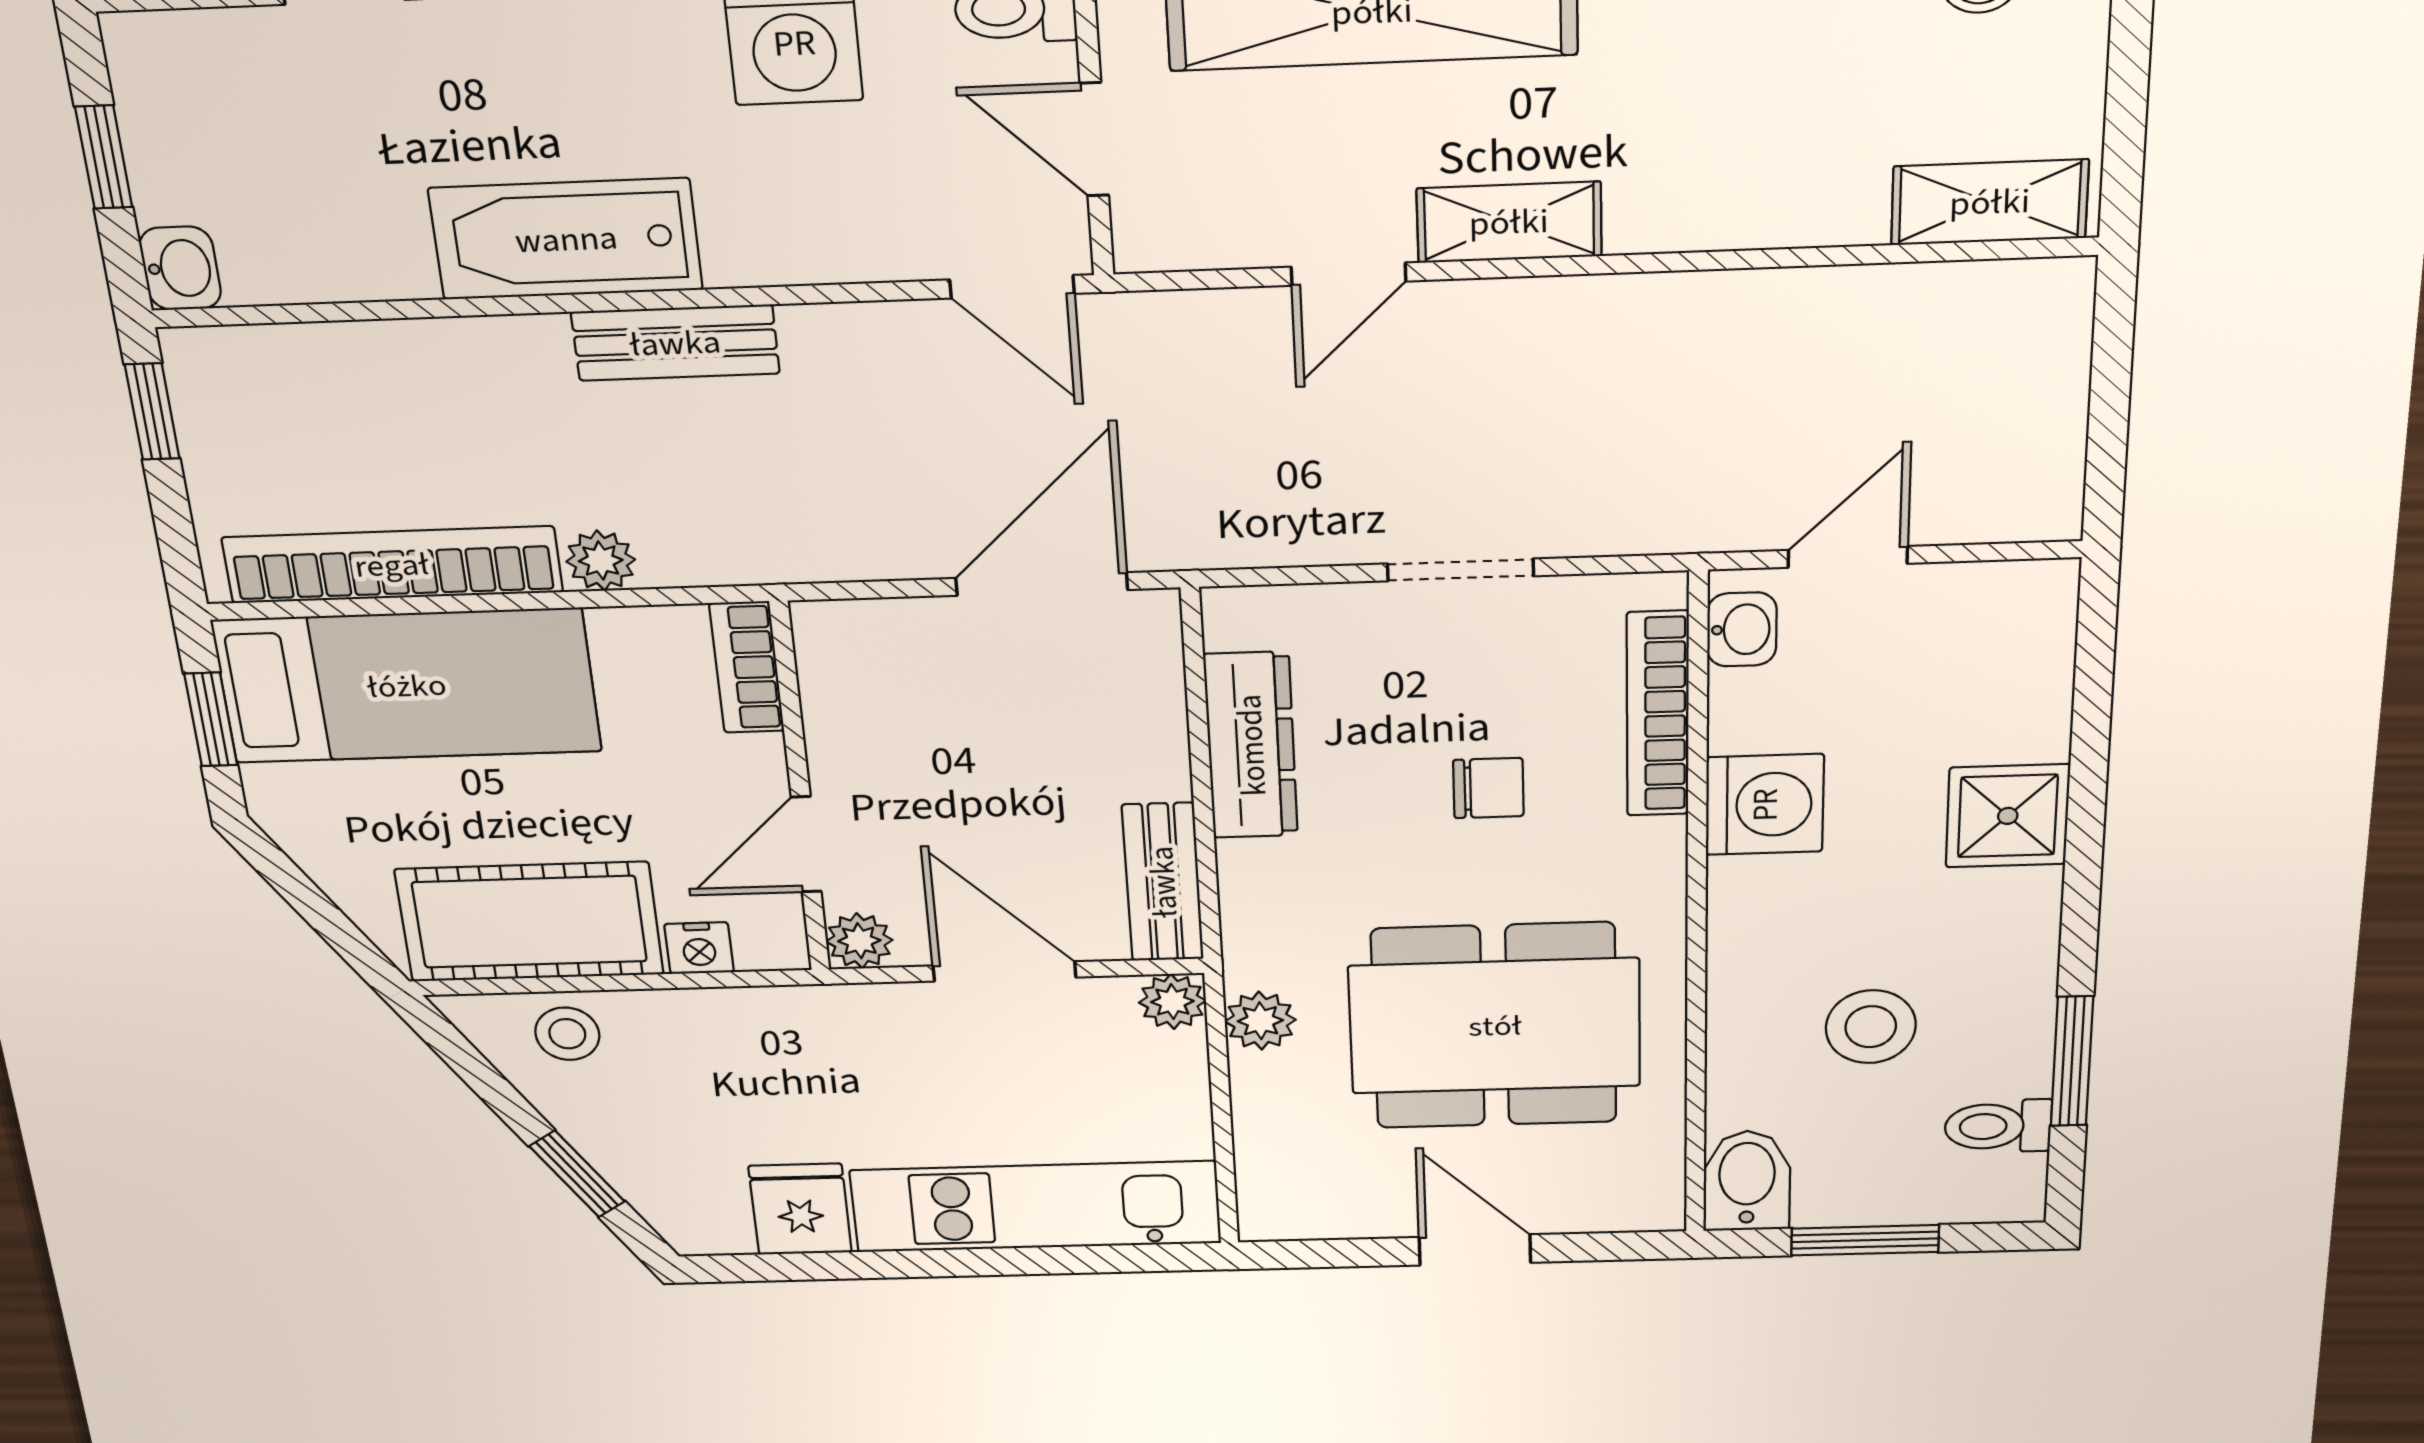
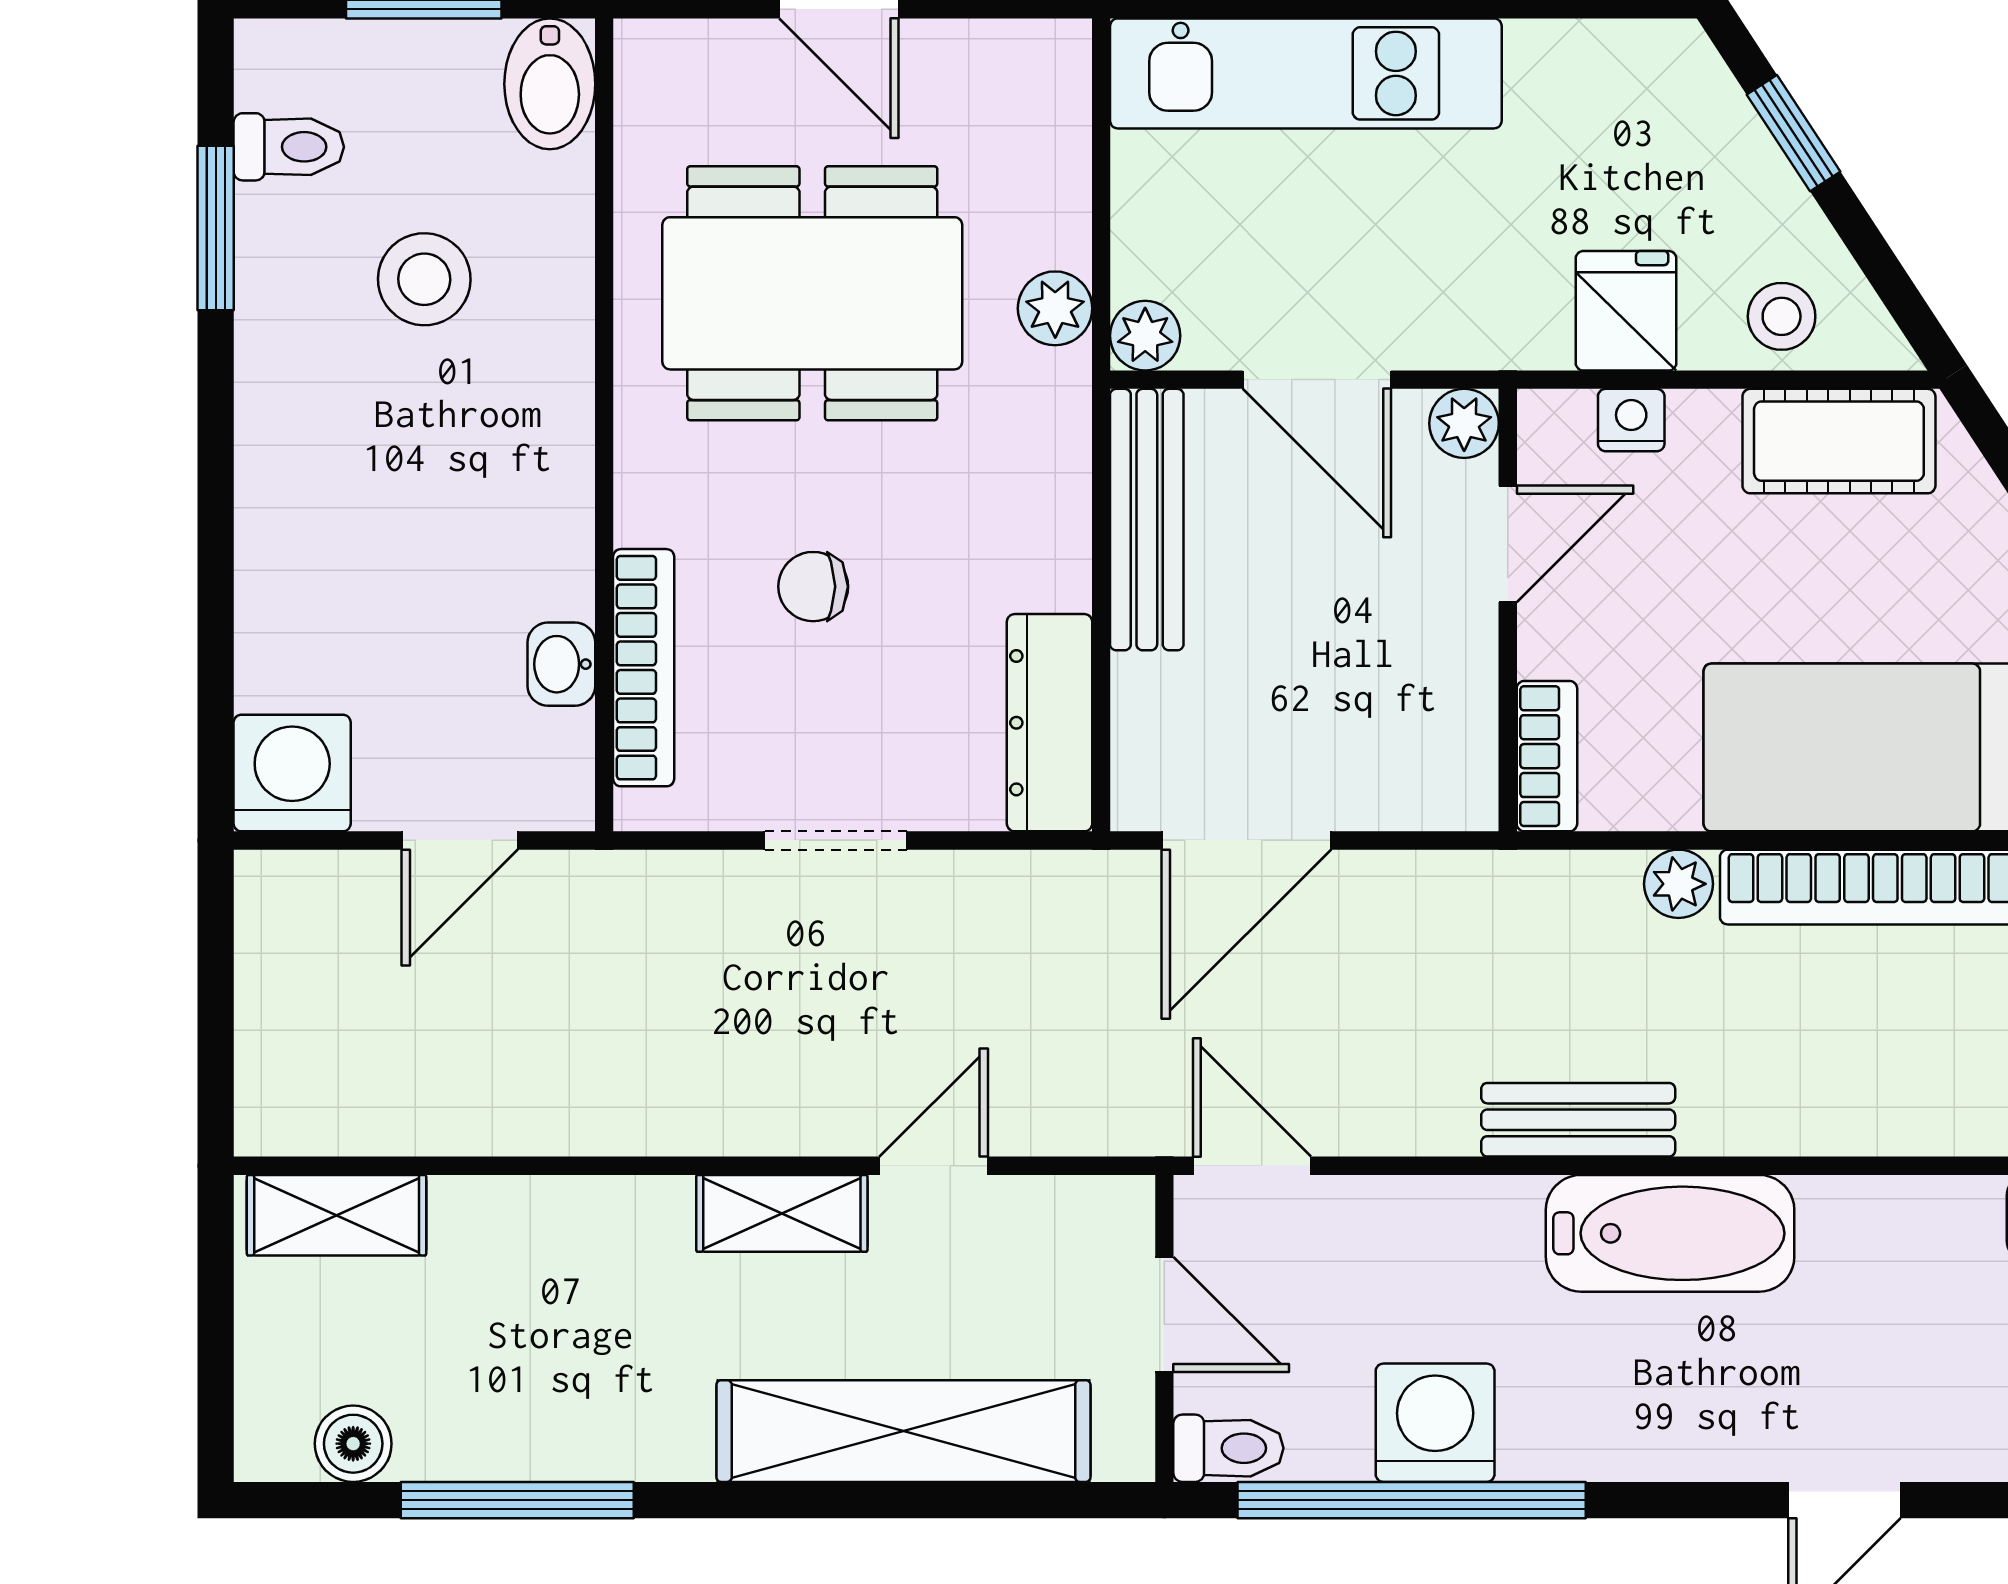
washbasin: (1742, 629) -> (561, 664), moved
dresser: (1251, 745) -> (1050, 723), moved
washing machine: (1765, 805) -> (292, 773), moved, turned 90
shower: (2008, 816) -> (294, 534), removed
bench: (1163, 882) -> (1147, 520), width x1.36
cot: (529, 922) -> (1839, 441), width x0.73, depth x0.75
fridge: (800, 1209) -> (1626, 311), moved, turned 180

